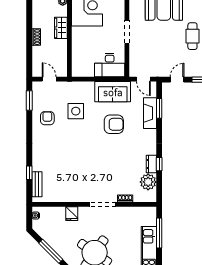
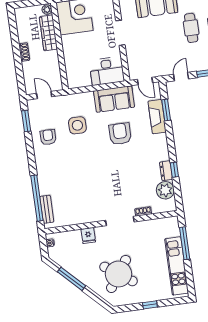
wardrobe: (61, 28) -> (48, 33), width x1.50
armchair: (114, 124) -> (120, 134), turned -90
window: (29, 173) -> (37, 198), width x3.17

